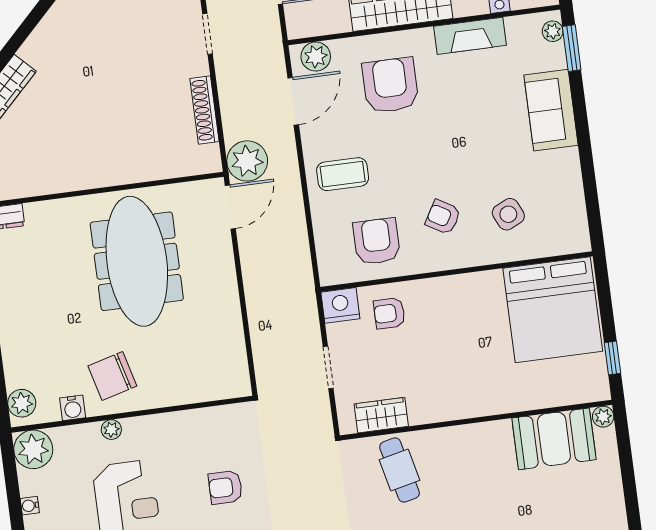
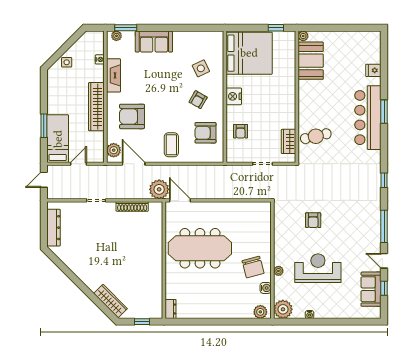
nightstand: (340, 305) -> (234, 96), moved

